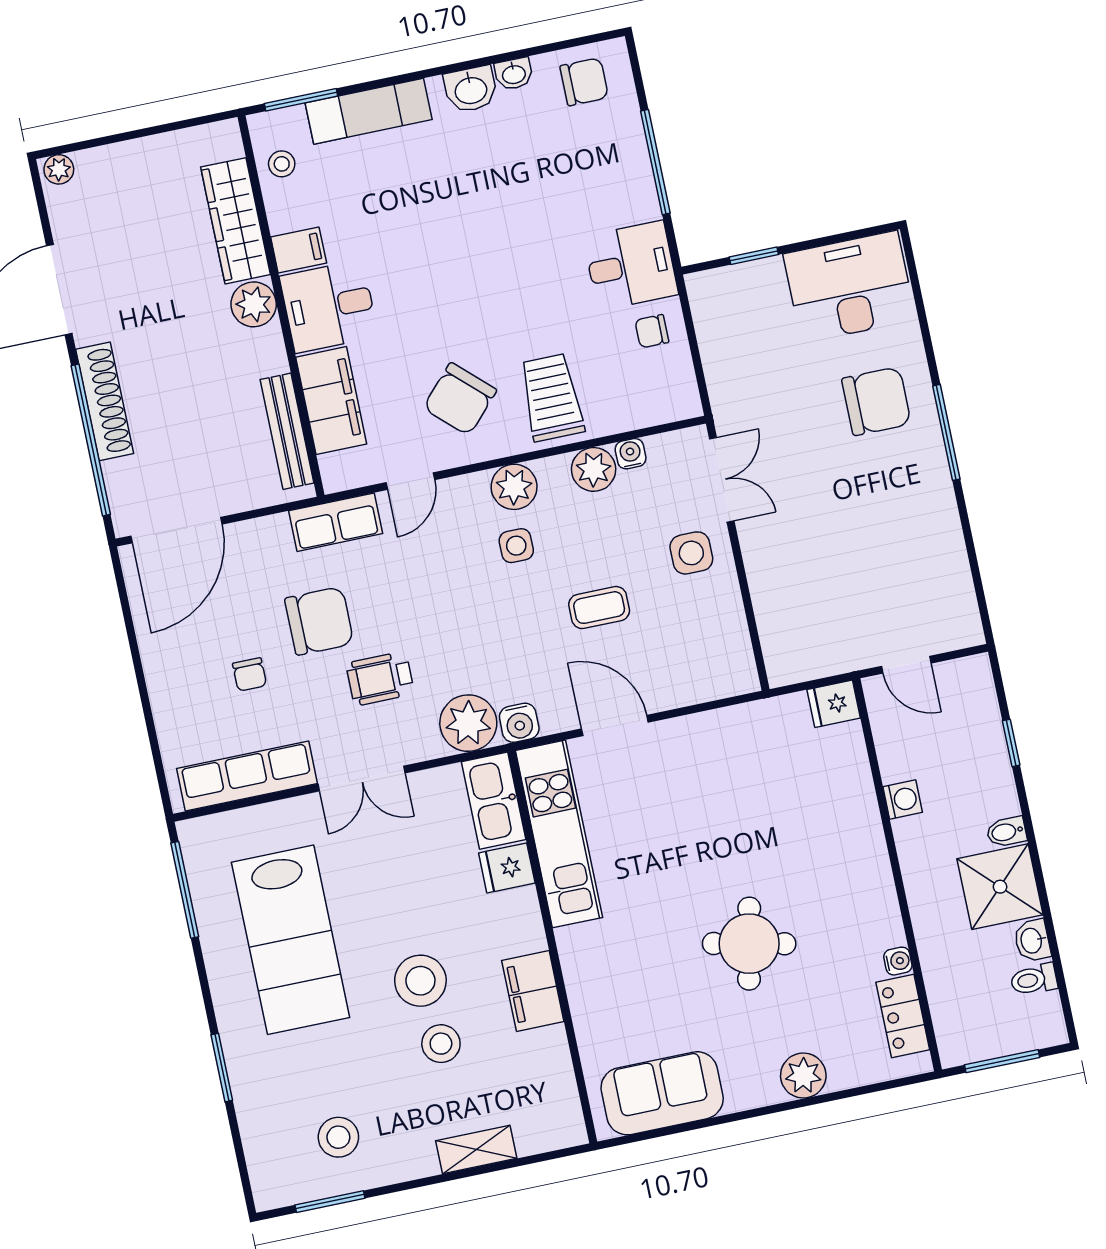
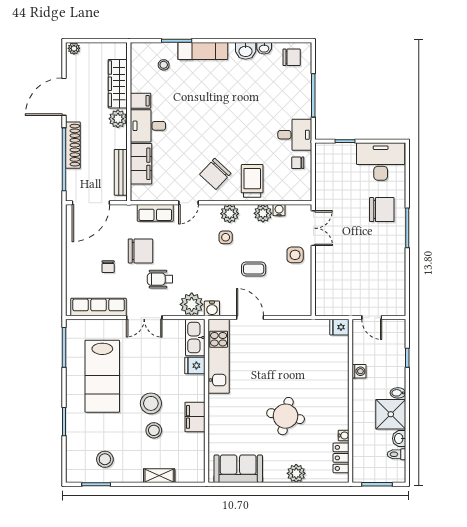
wardrobe: (236, 221) -> (118, 84), moved
filing cabinet: (299, 250) -> (141, 101), moved
plant: (254, 304) -> (118, 119), moved
wall: (281, 306) -> (129, 122), moved
desk: (329, 306) -> (148, 126), moved
filing cabinet: (331, 401) -> (141, 164), moved
bench: (287, 431) -> (121, 172), moved

